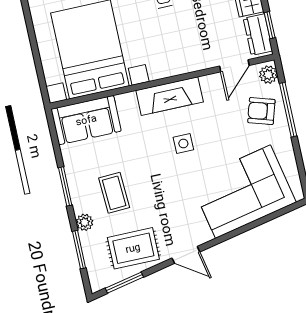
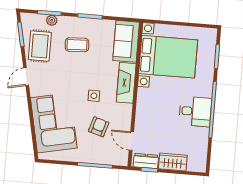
plant: (268, 75) -> (120, 160), removed
fireplace: (170, 96) -> (126, 83), moved
armchair: (261, 111) -> (99, 127), moved
plant: (85, 222) -> (52, 20), moved

